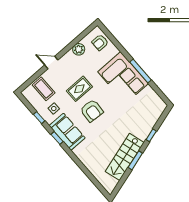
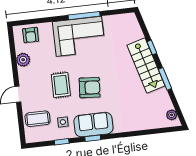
stairs: (125, 157) -> (146, 65), moved
plant: (113, 183) -> (172, 115), added

